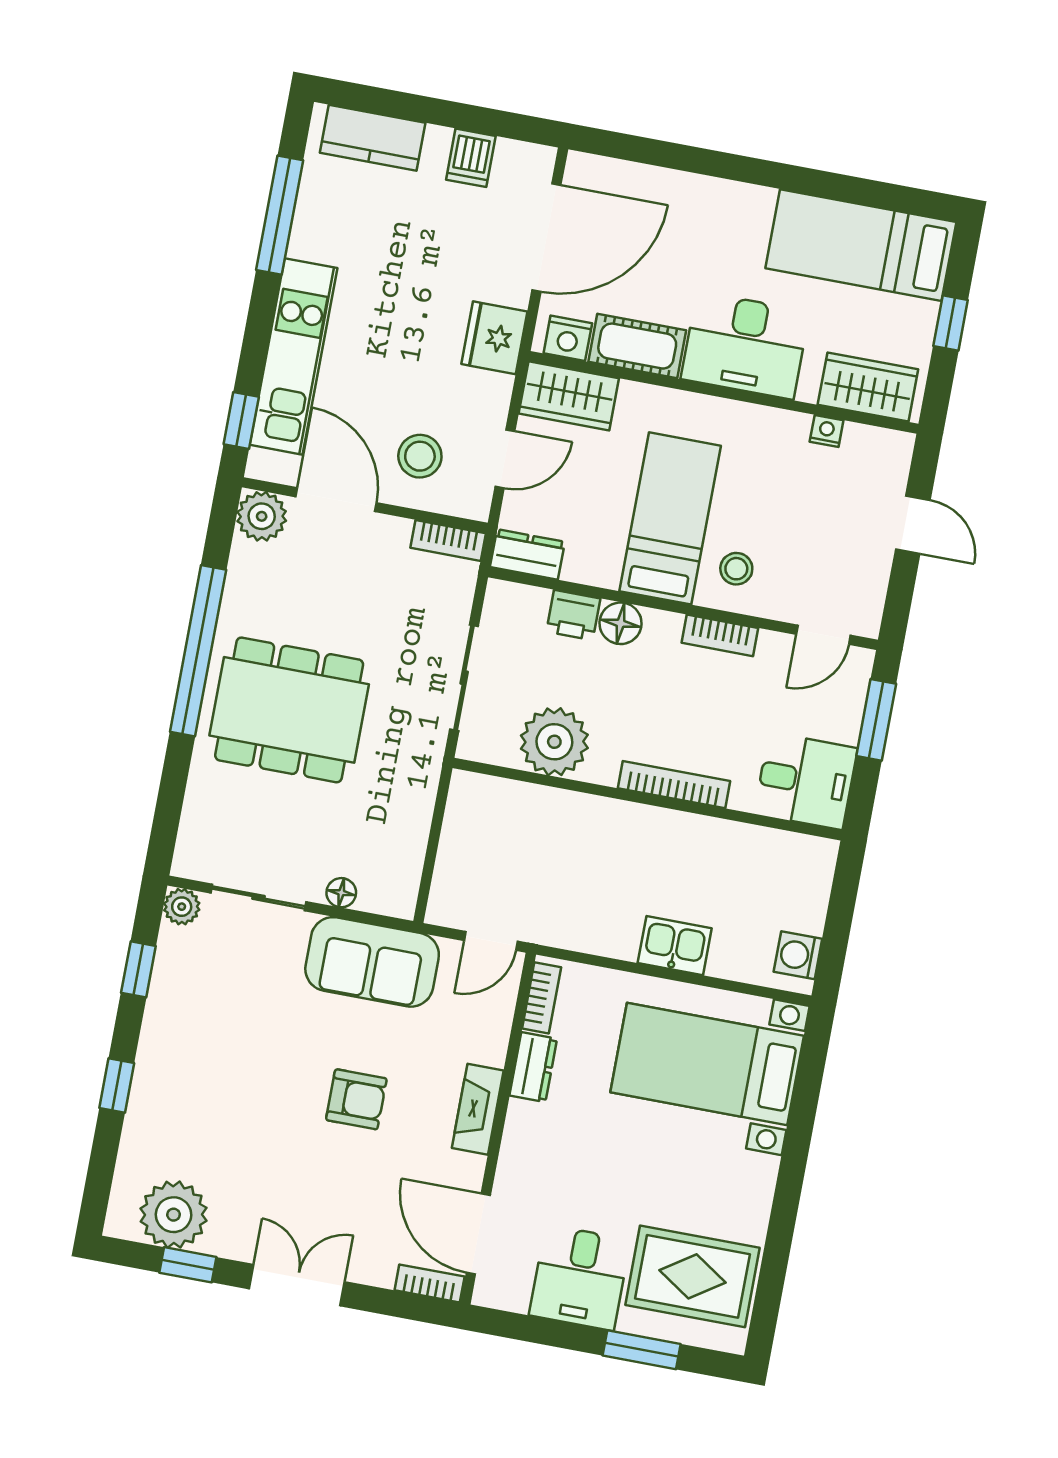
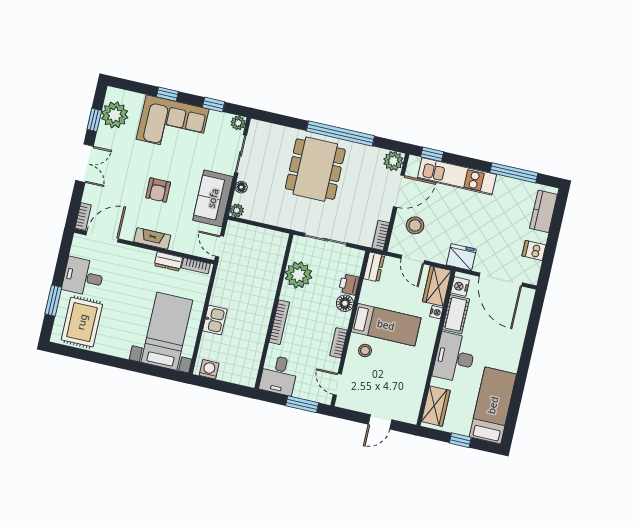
nightstand: (827, 431) -> (436, 312), moved
plant: (400, 901) -> (237, 210), added
corner sofa: (191, 1069) -> (173, 124), added

